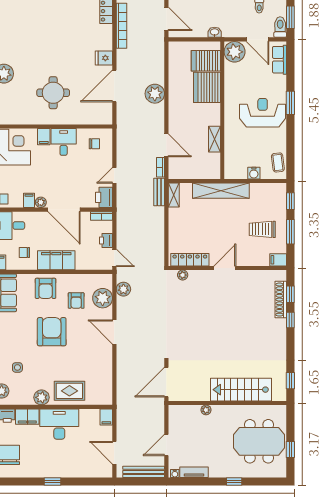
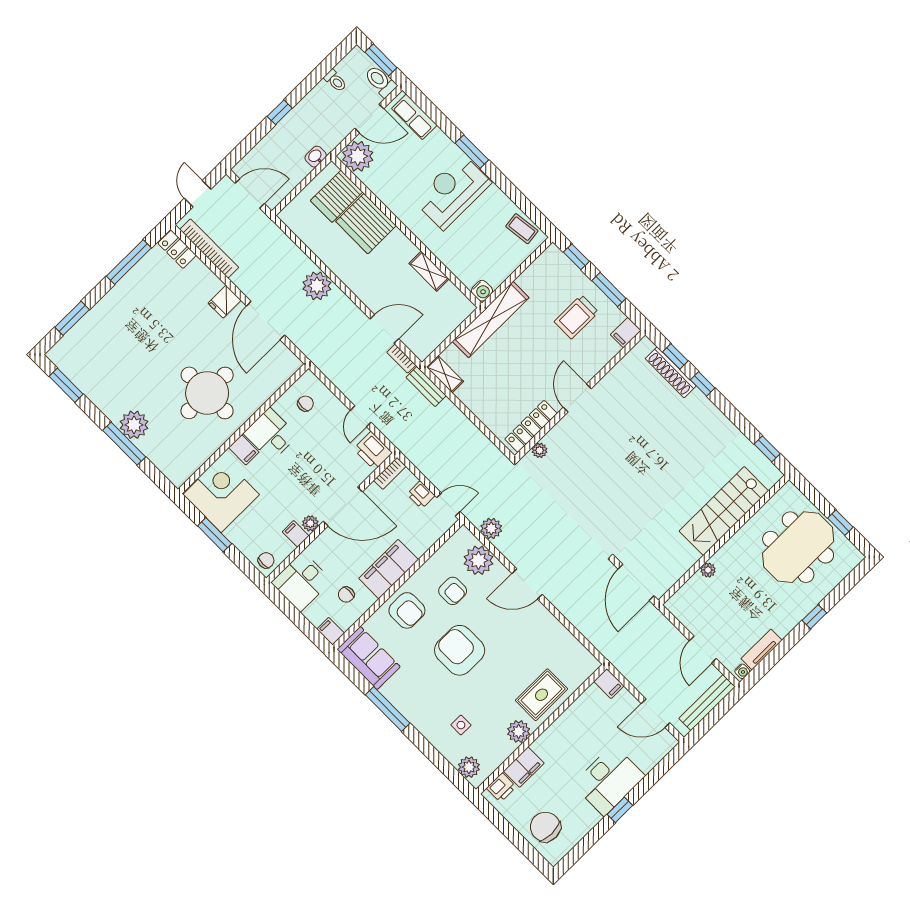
round table: (53, 93) -> (207, 393), width x1.36, depth x1.36
water cooler: (254, 173) -> (482, 291), moved
desk: (59, 424) -> (609, 780), moved, turned 180

